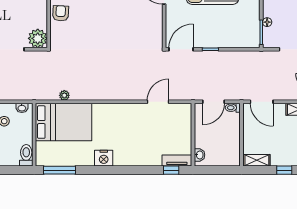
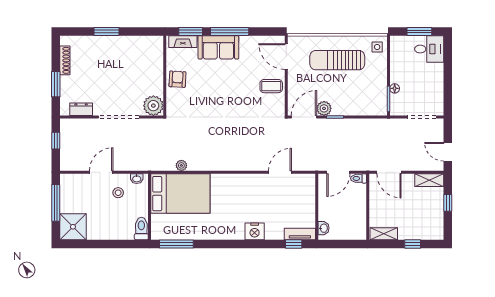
coffee table: (150, 20) -> (271, 86), added
plant: (200, 41) -> (324, 108), added
nightstand: (104, 158) -> (255, 231), moved

